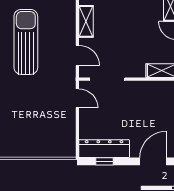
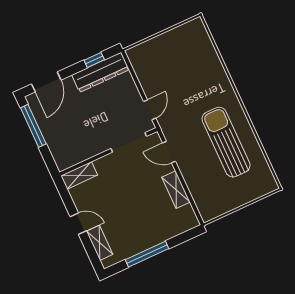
sun lounger: (26, 42) -> (226, 142), turned 180
door: (77, 98) -> (150, 110), swing flipped

